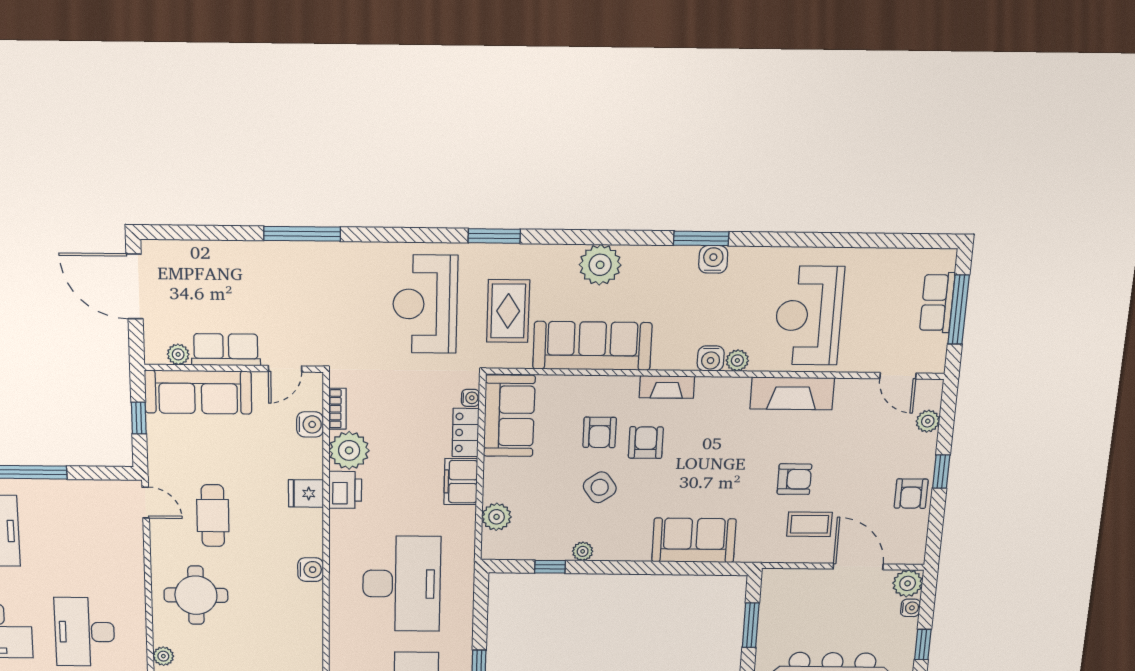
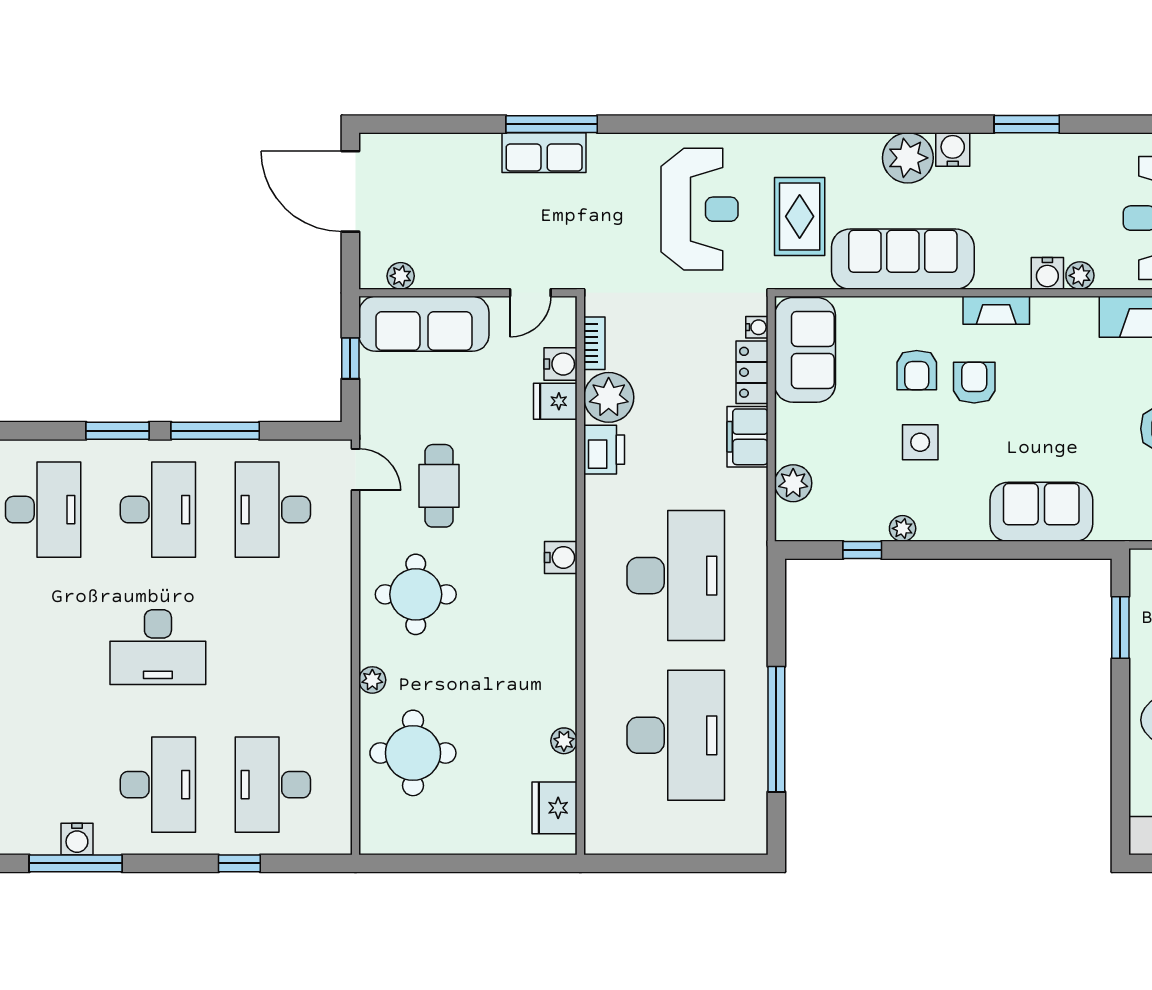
window: (494, 236) -> (780, 124), removed
water cooler: (713, 259) -> (953, 150), moved
reception desk: (425, 304) -> (699, 209), turned 180
row of seats: (226, 350) -> (544, 153), moved, turned 180
side table: (600, 487) -> (920, 442), turned 35
fridge: (306, 493) -> (555, 401), moved
desk: (85, 632) -> (273, 510), moved

